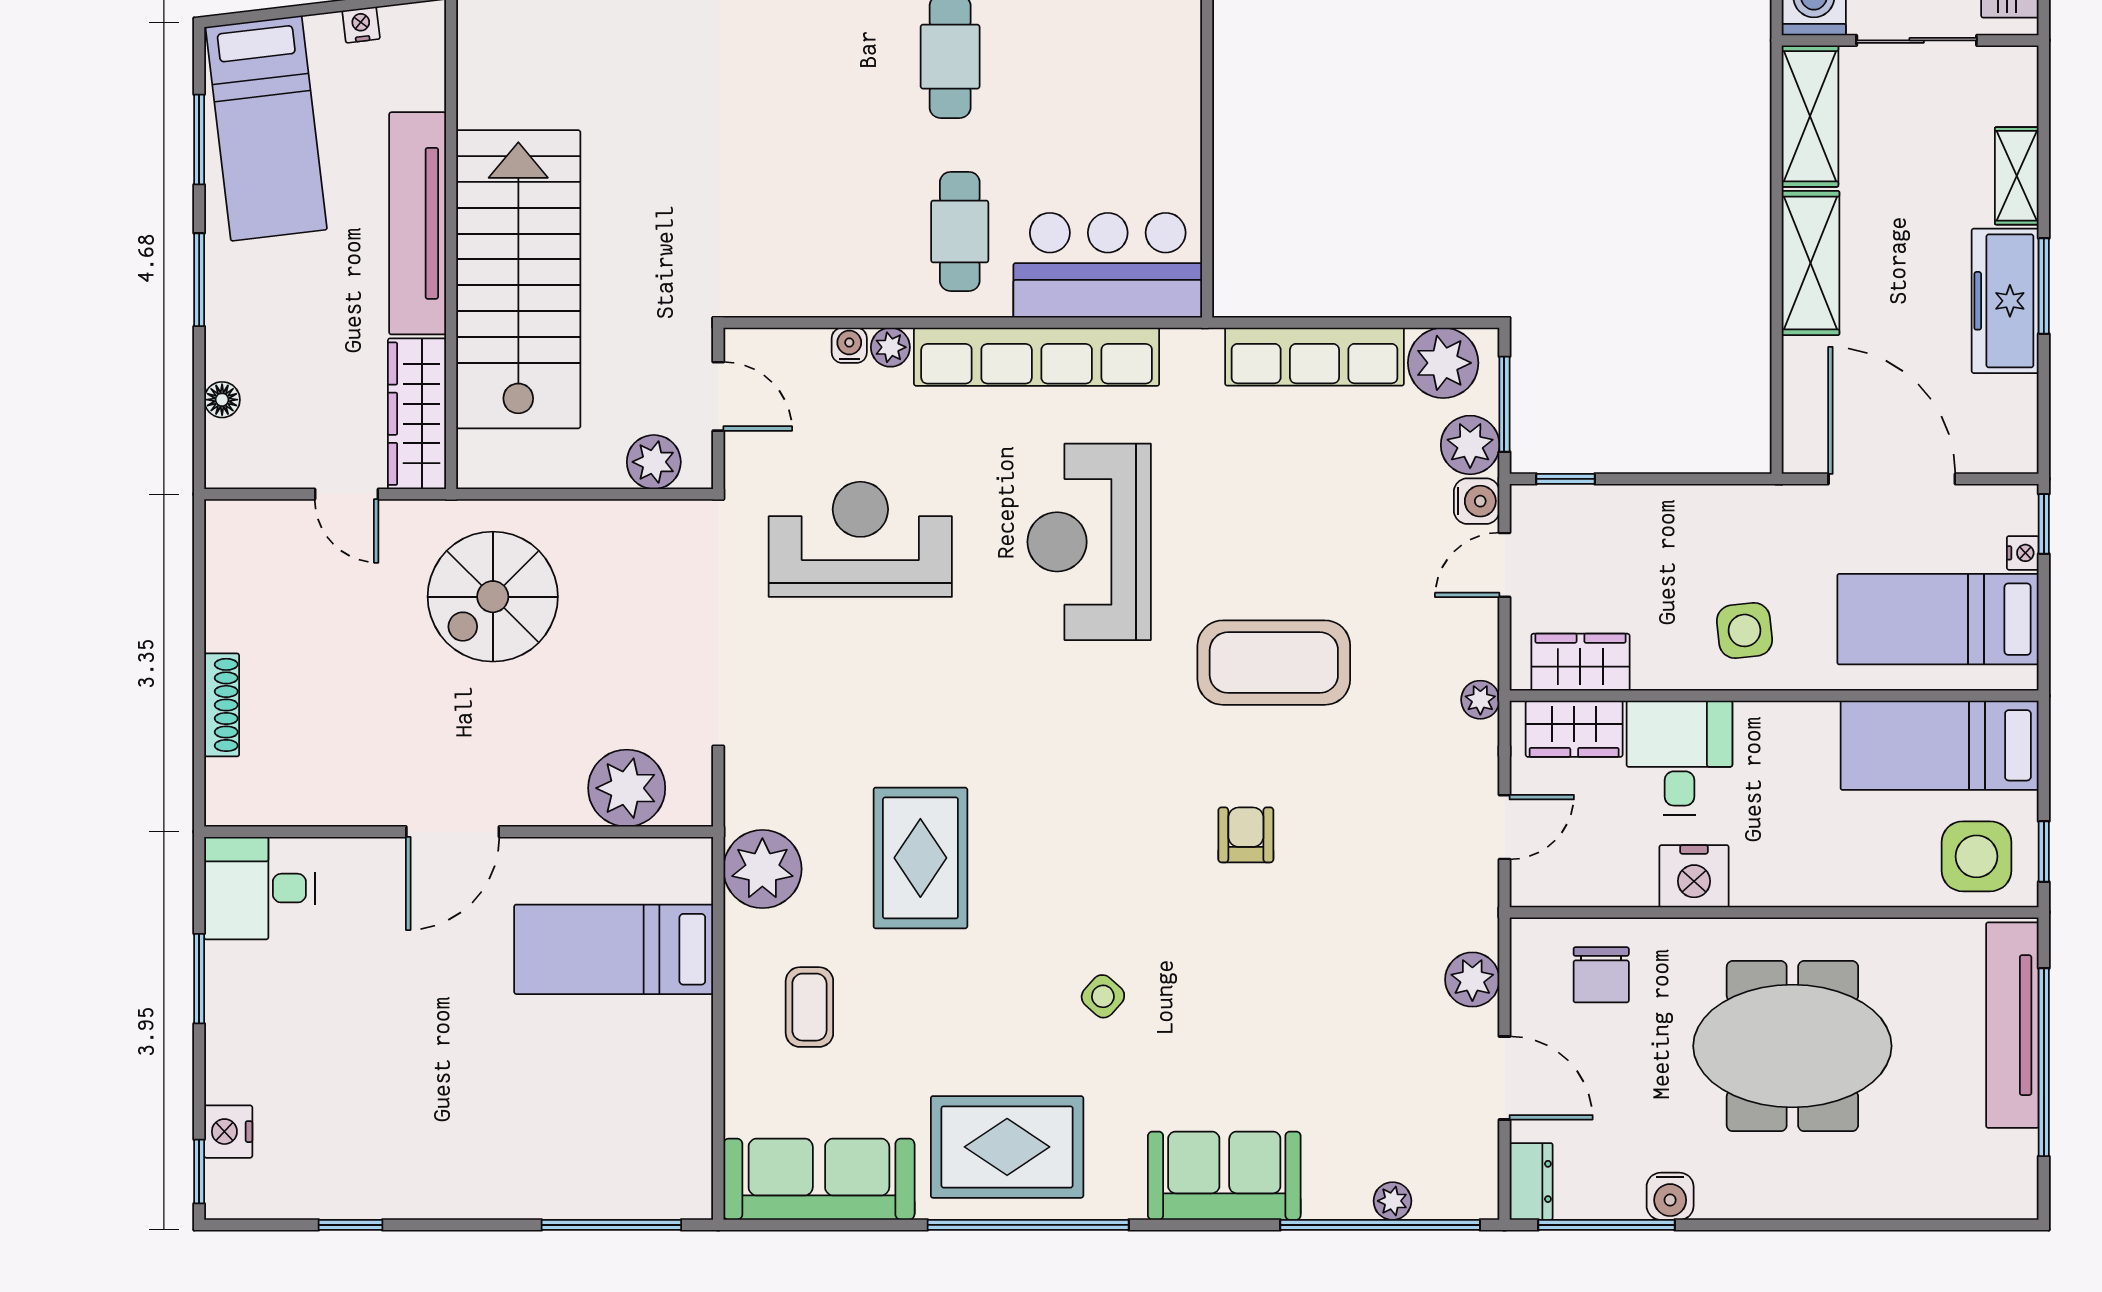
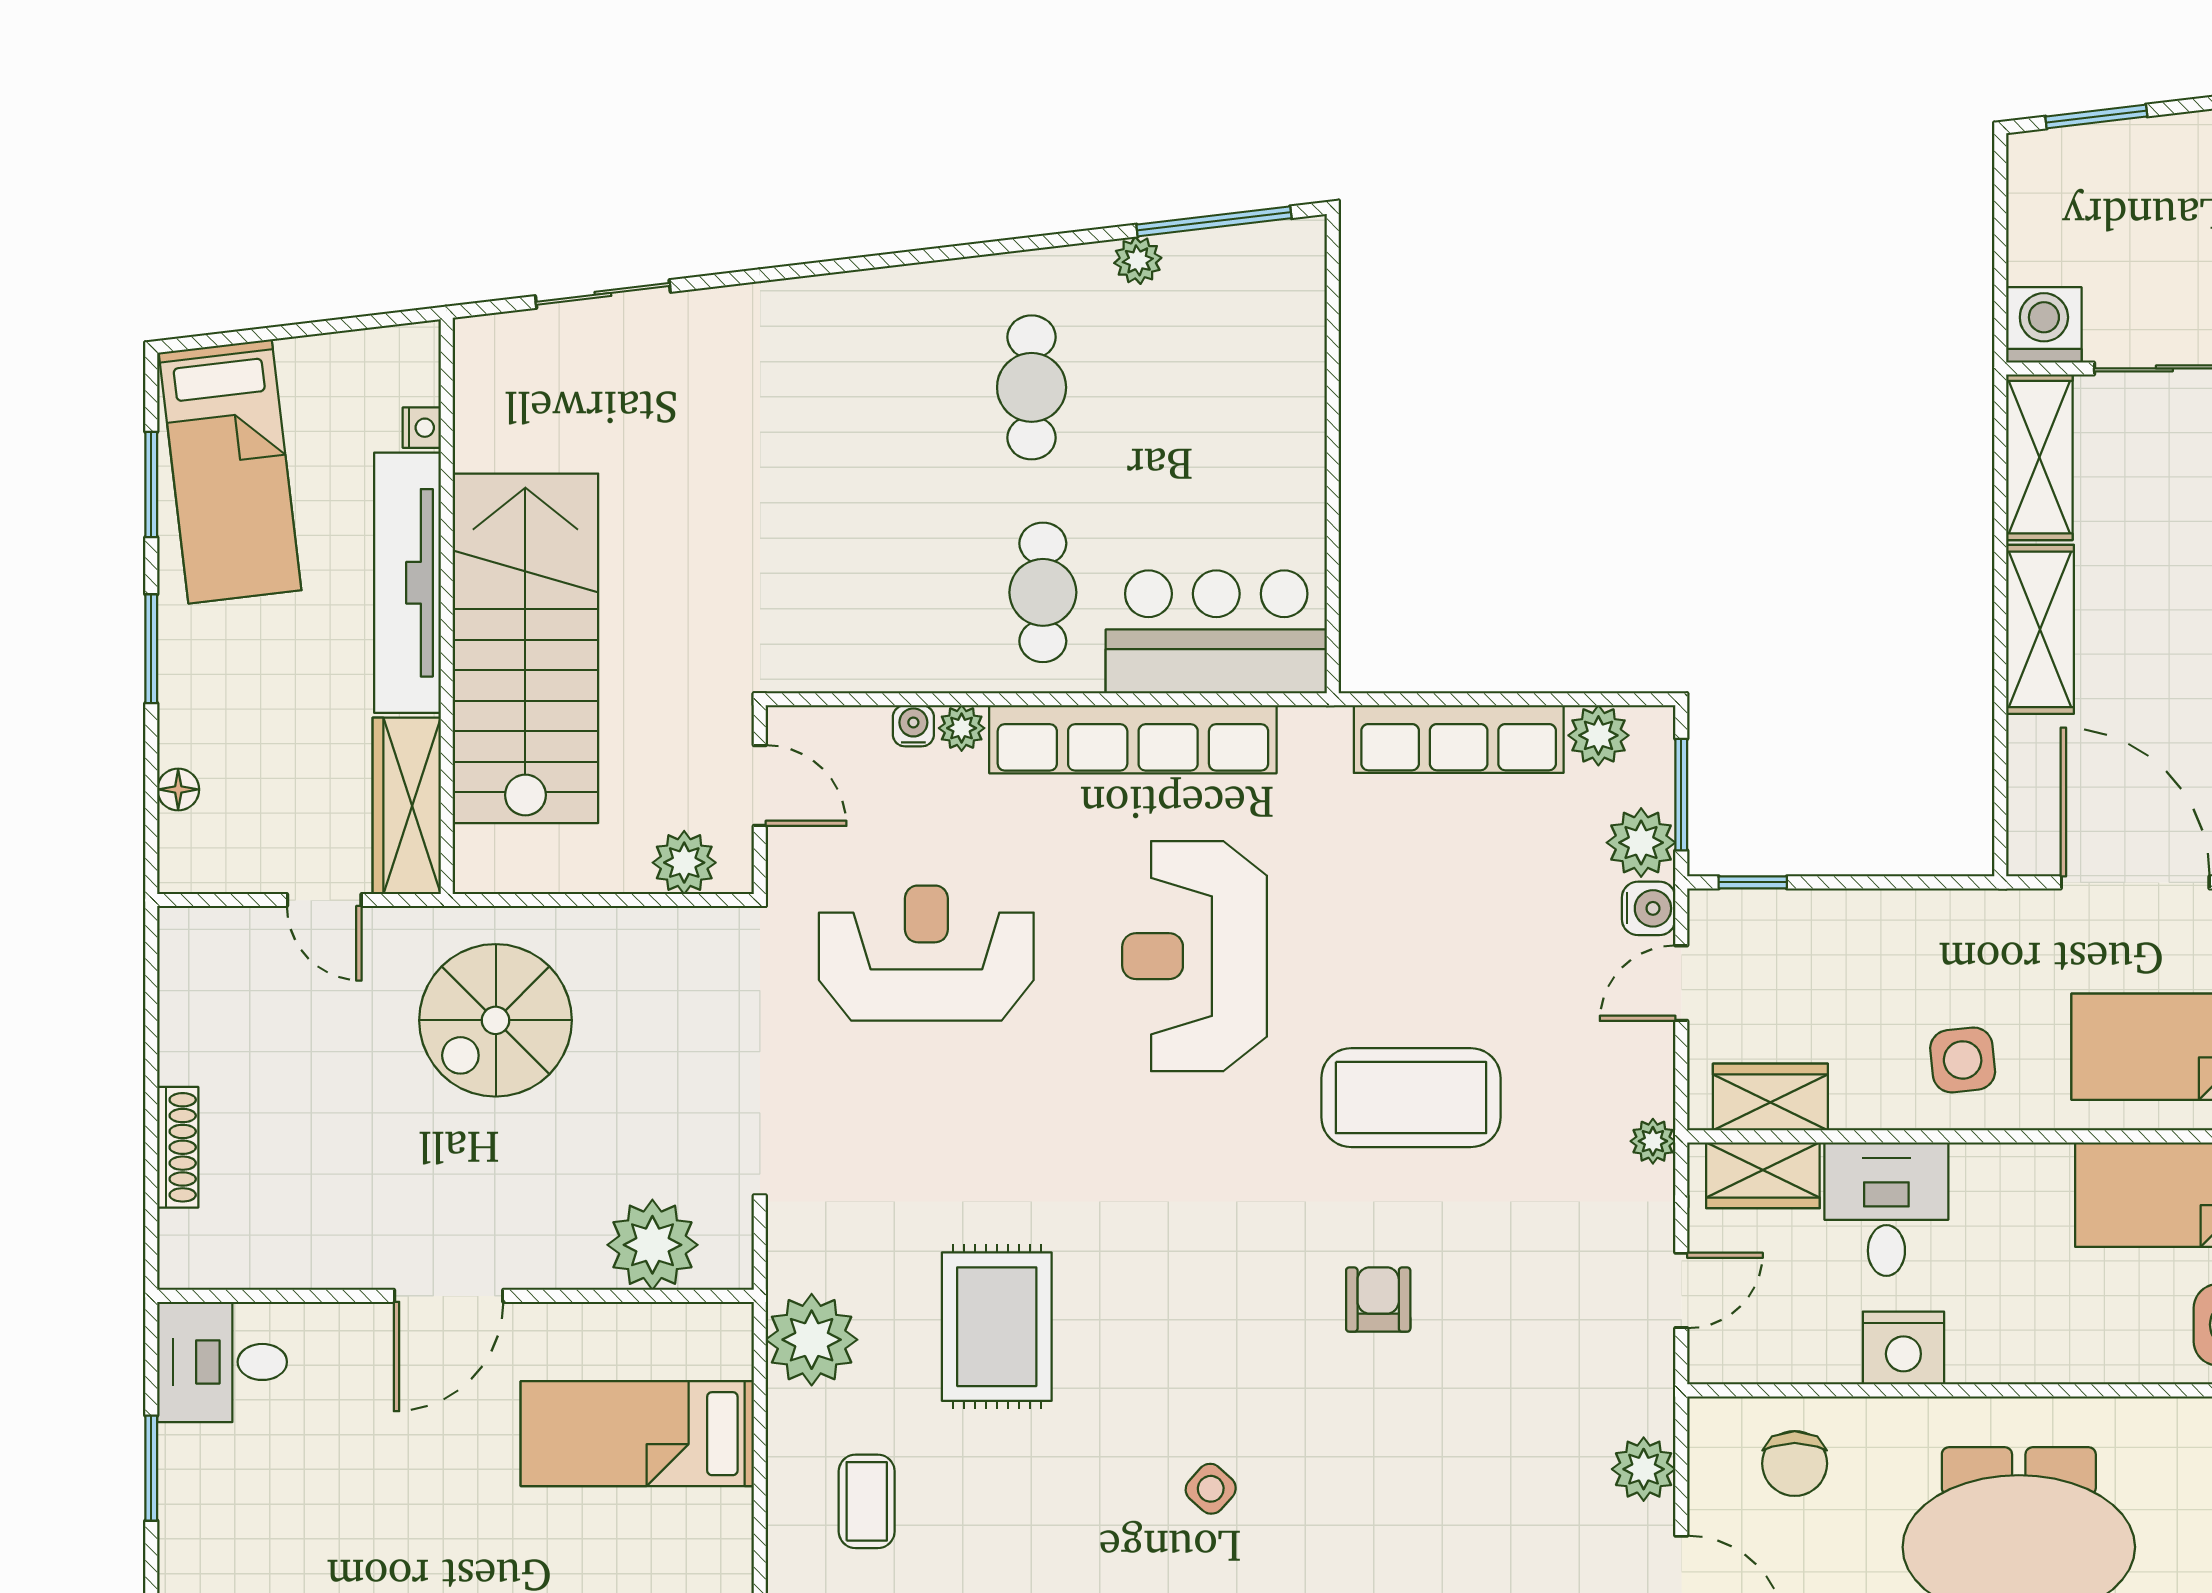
nightstand: (361, 25) -> (422, 428), moved, turned 97
plant: (1443, 363) -> (1598, 735), width x0.73, depth x0.73

